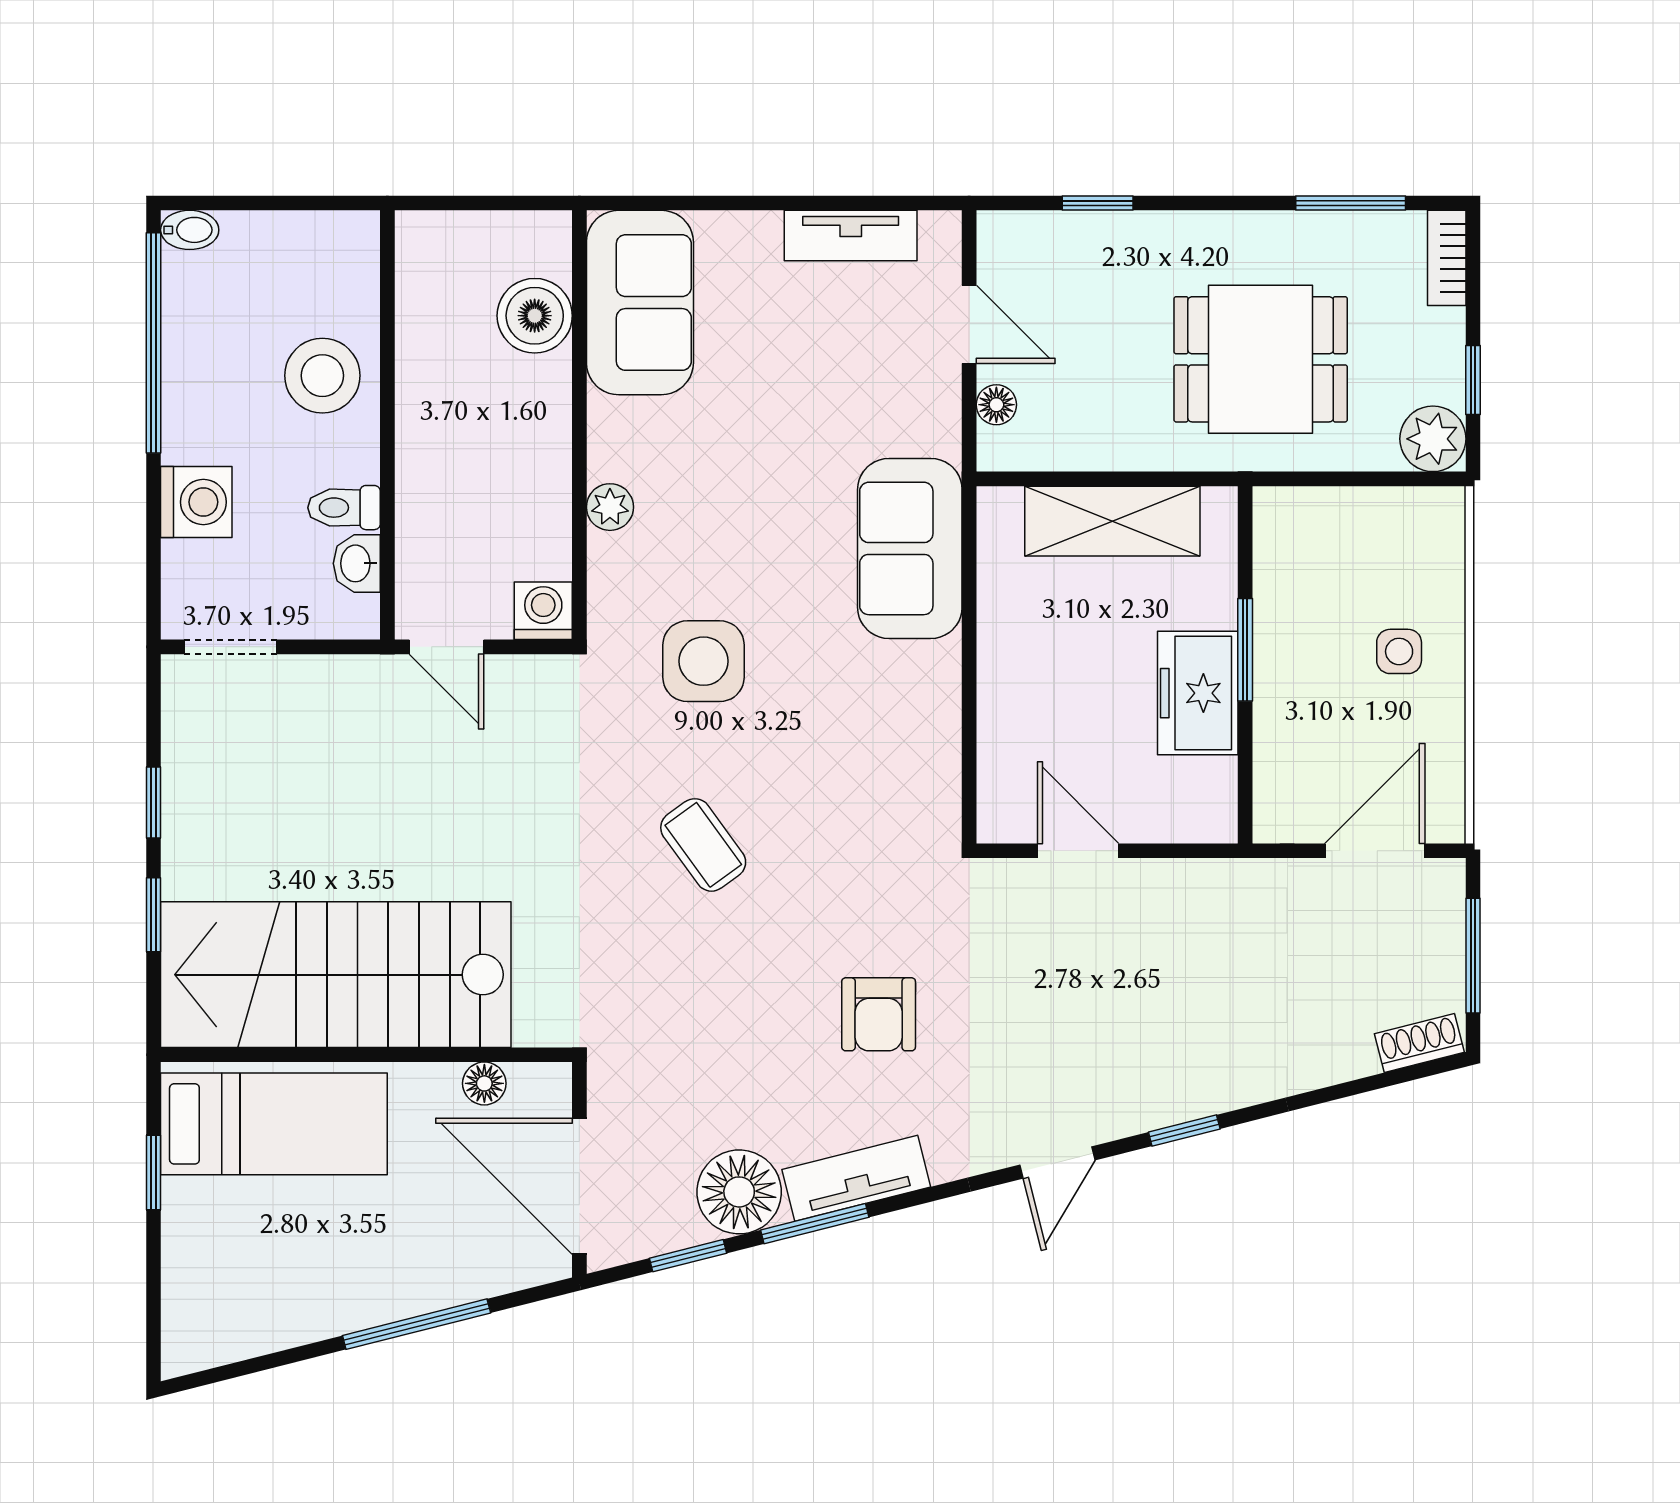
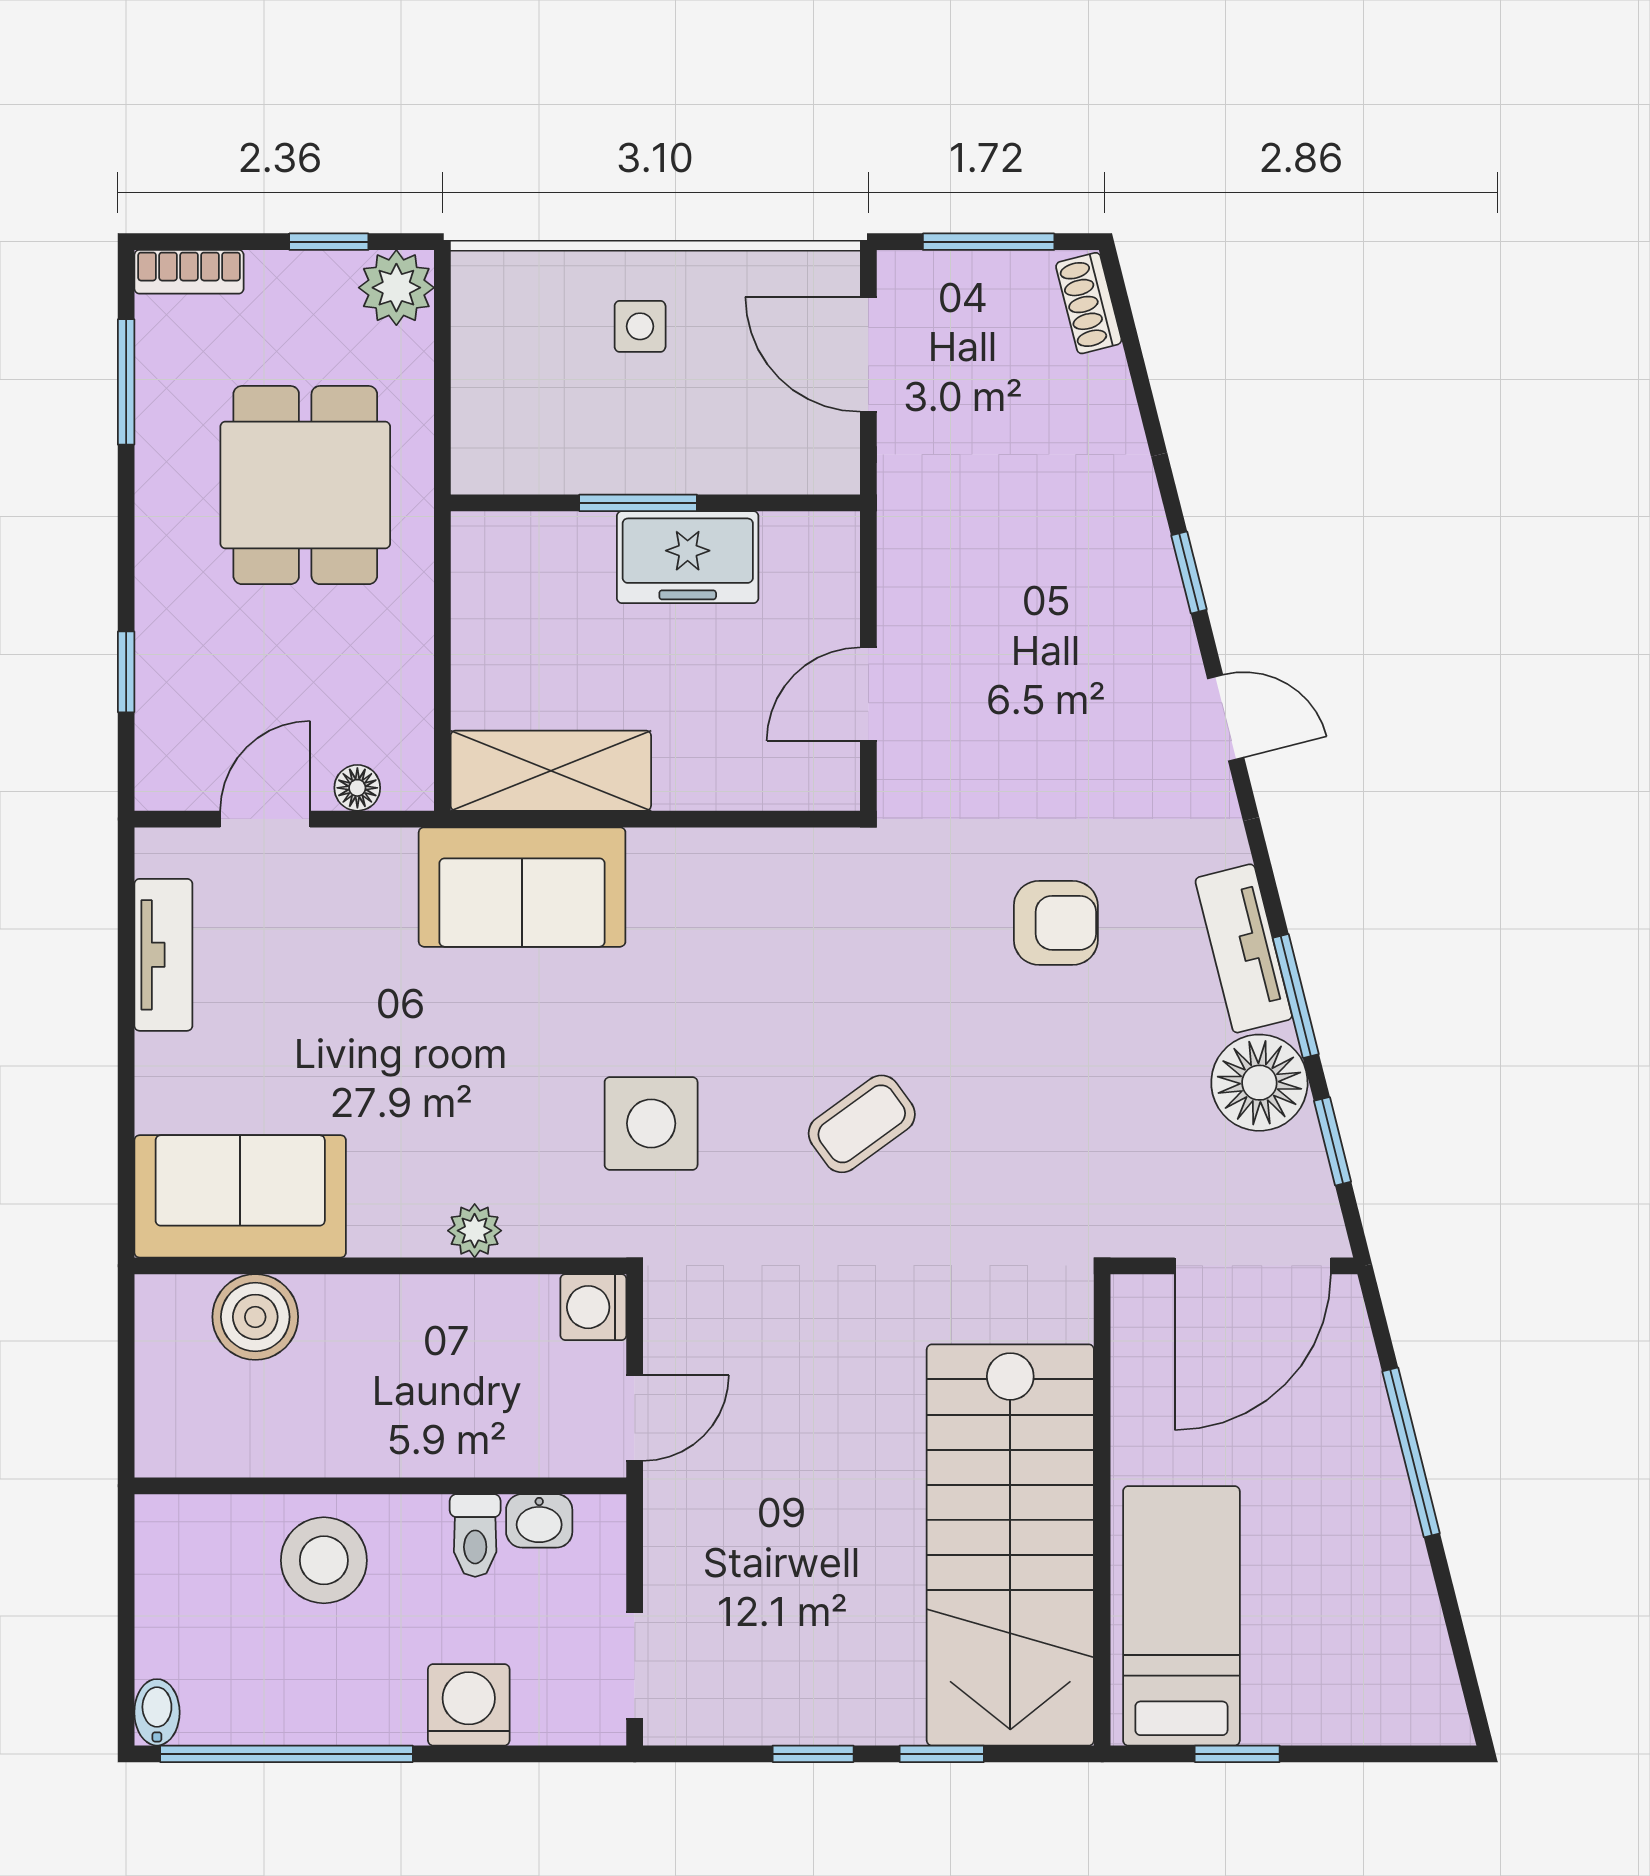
shelving: (1112, 521) -> (551, 771), moved, turned 90
floor lamp: (484, 1083) -> (1135, 1375), removed

